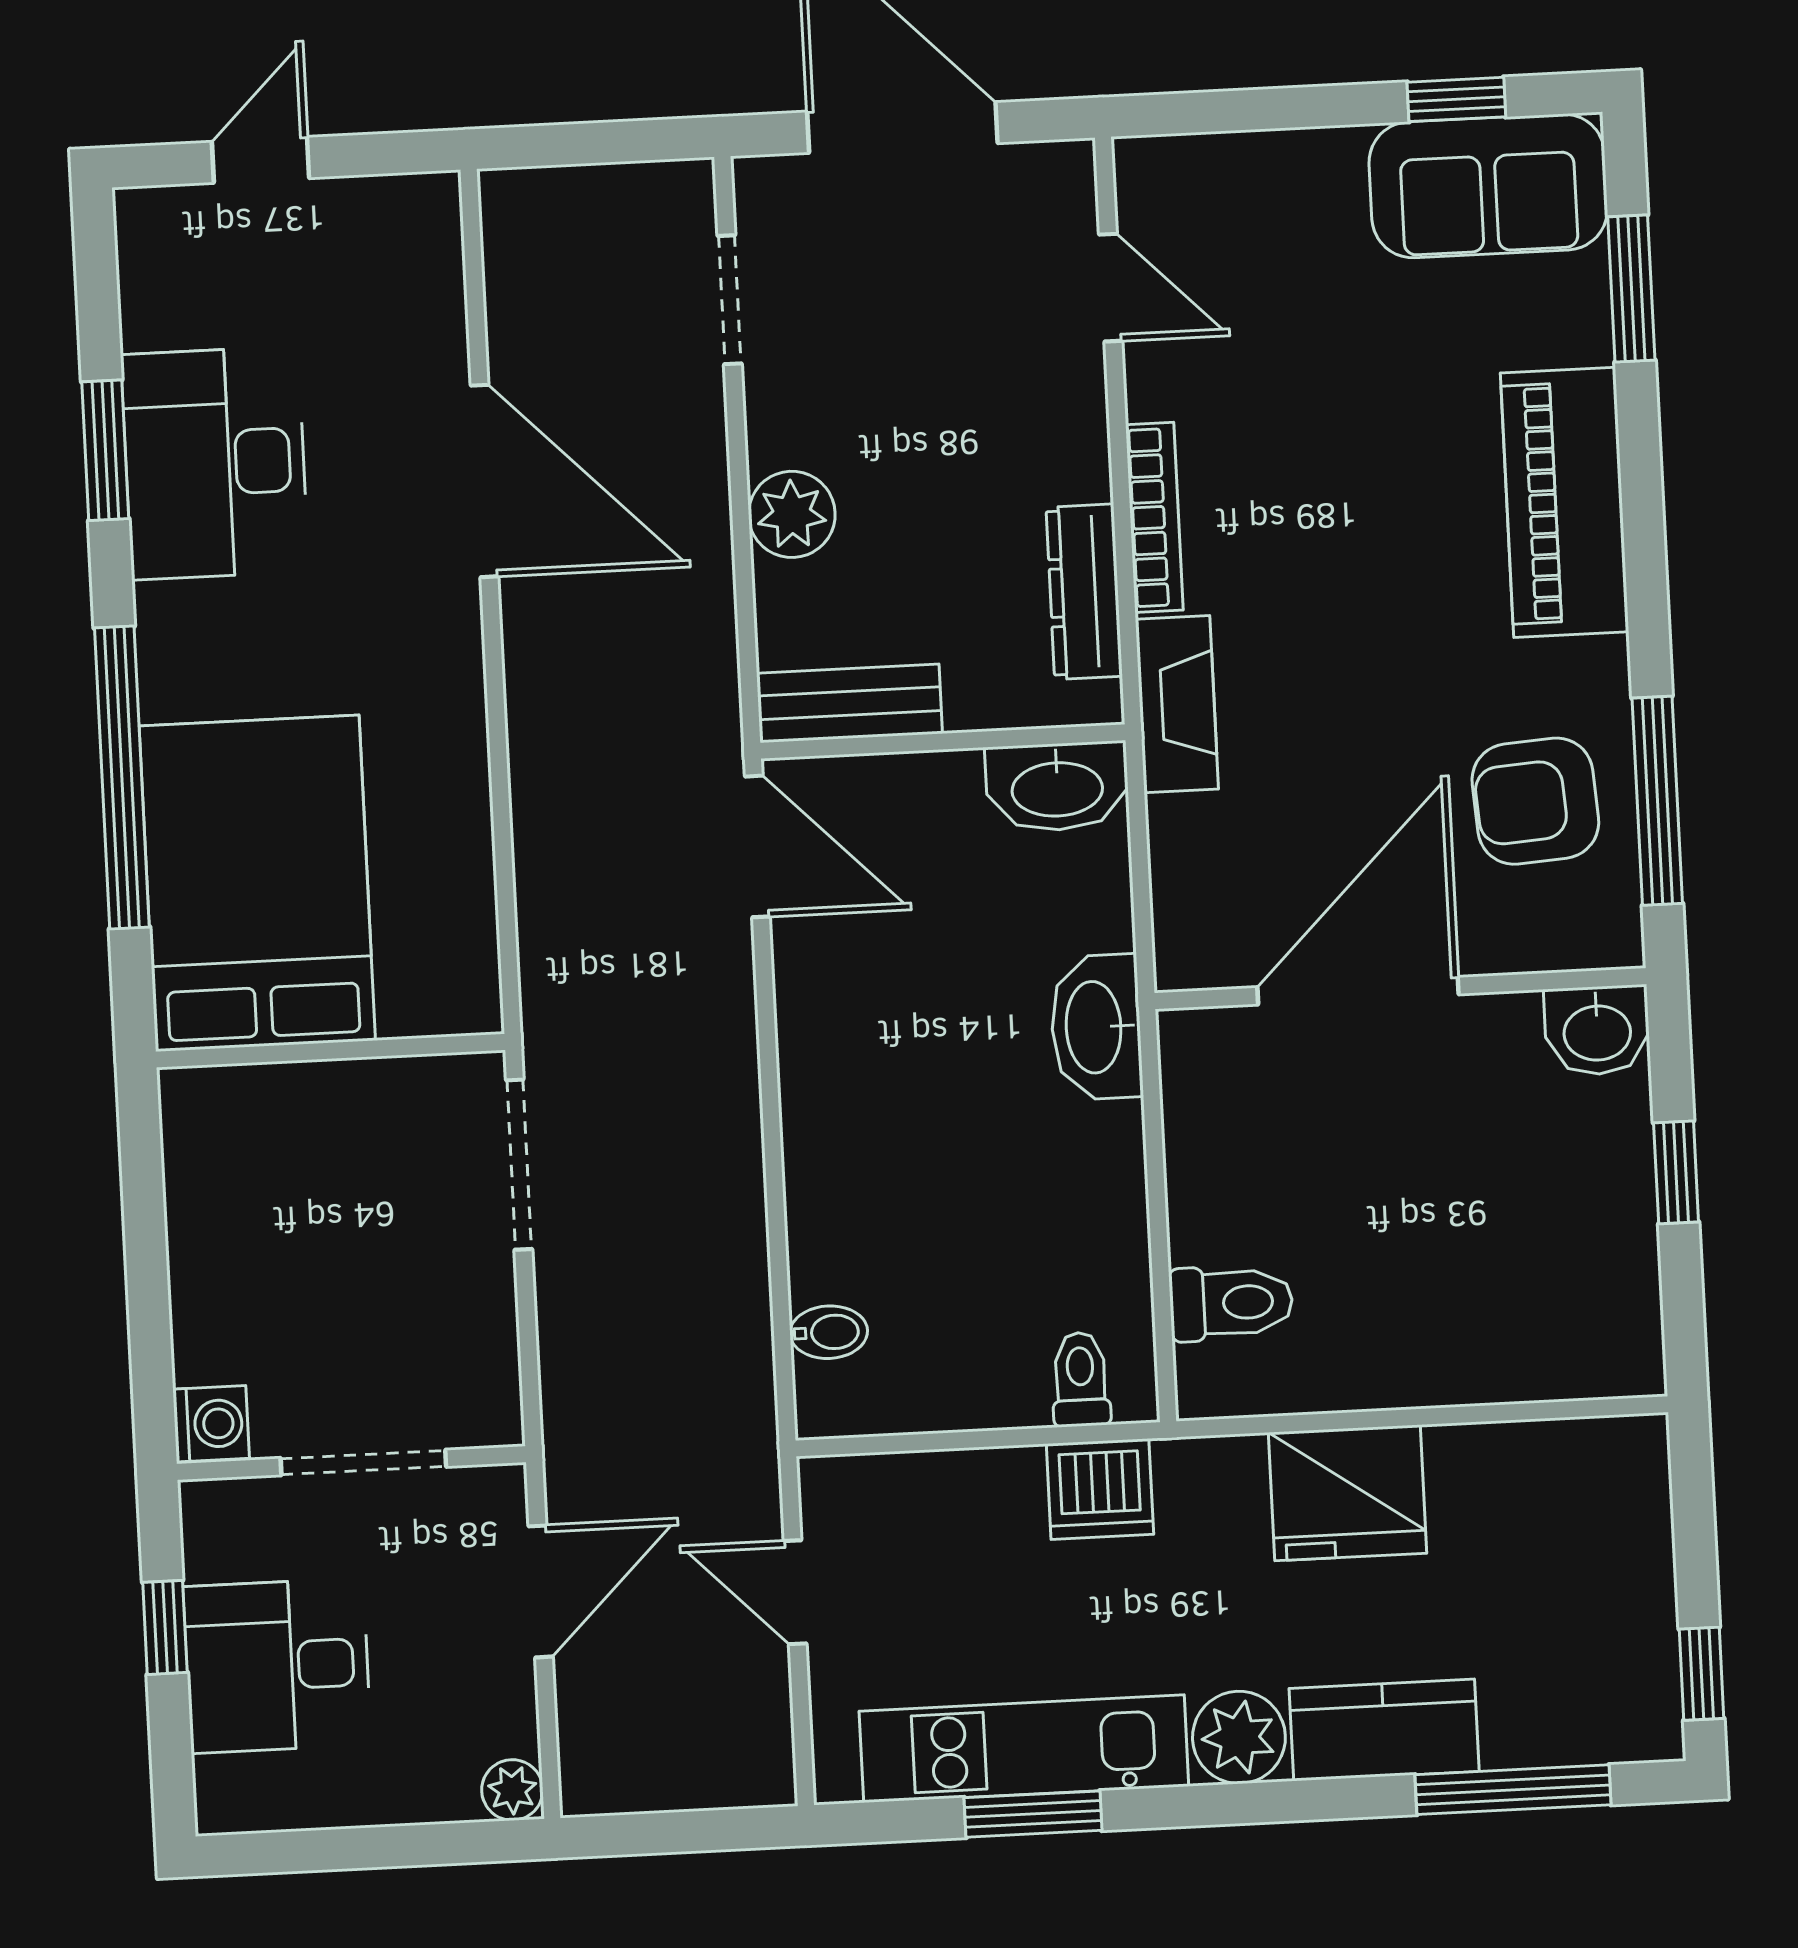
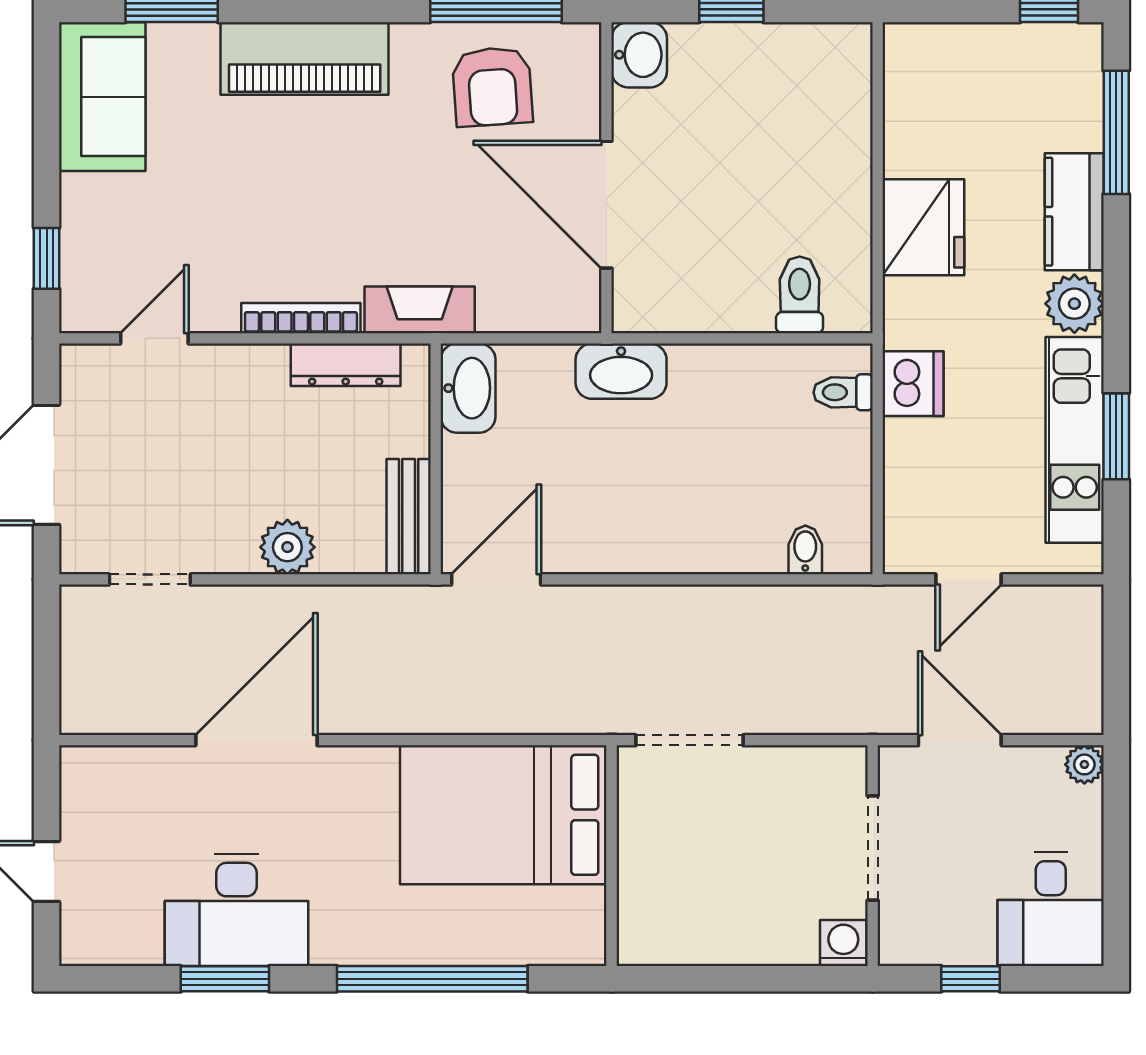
window: (1456, 99) -> (47, 258), moved
bed: (257, 883) -> (503, 815), moved
desk: (277, 1666) -> (1051, 909), moved

